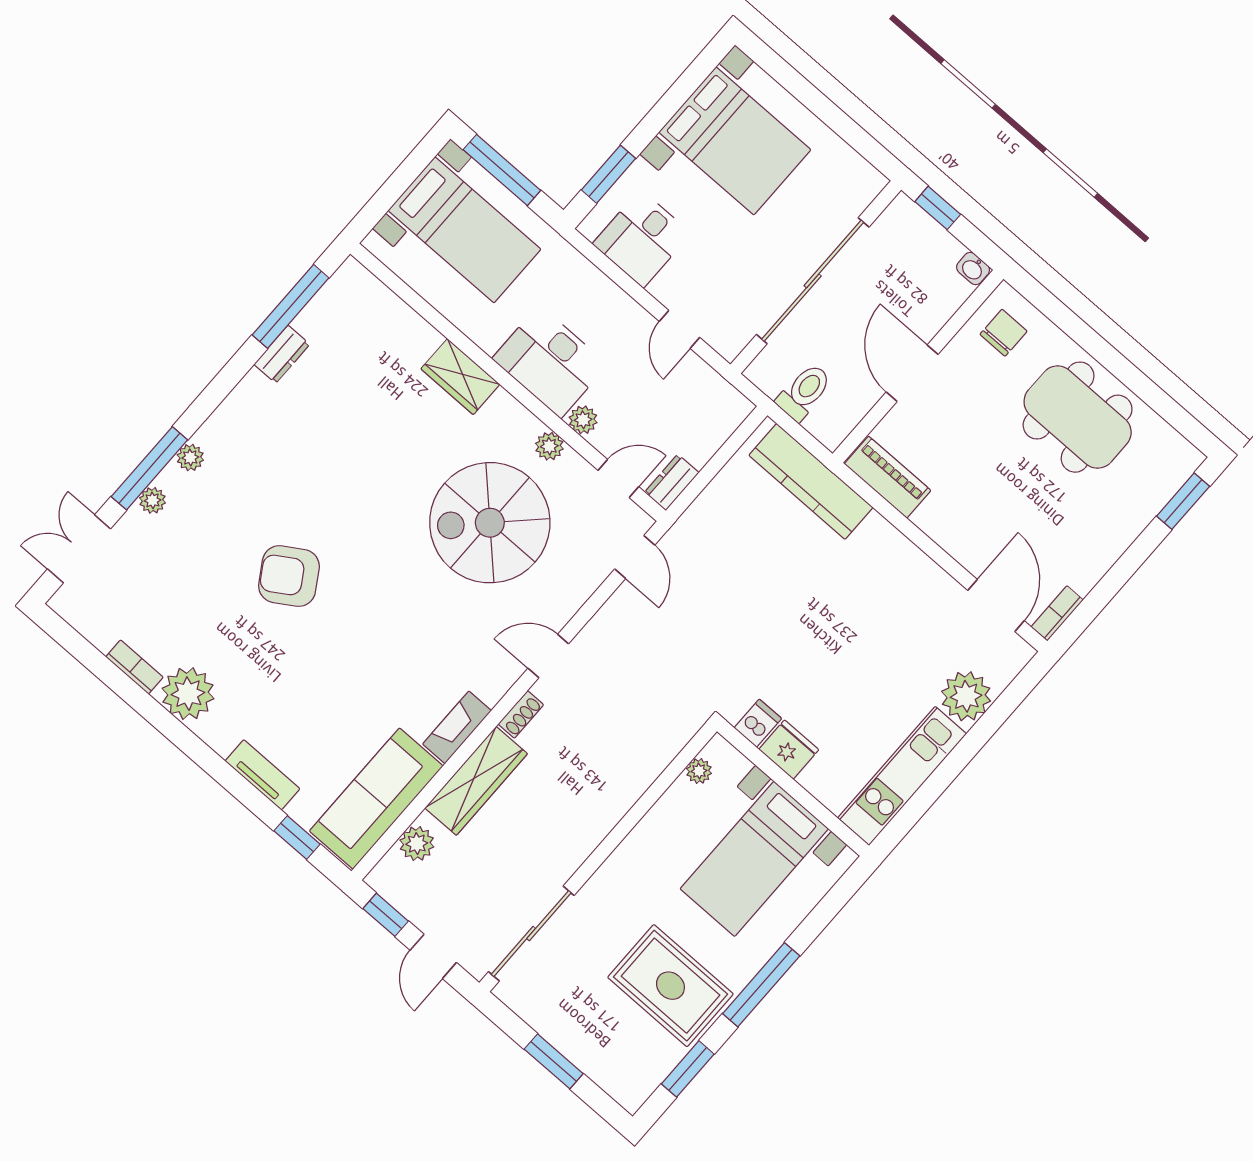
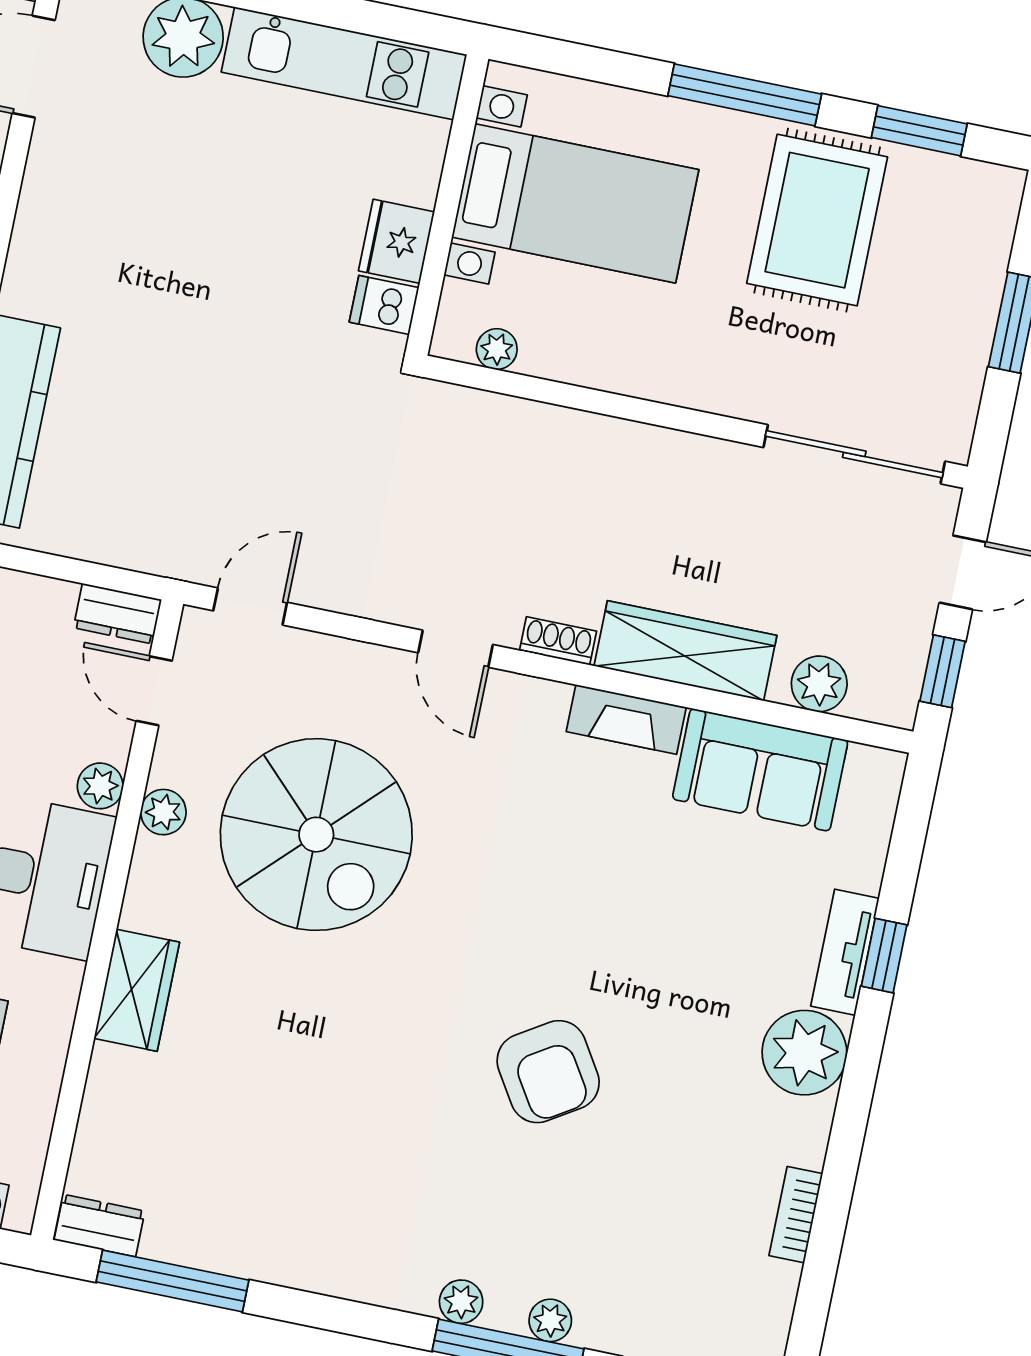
dresser: (282, 354) -> (99, 1226), moved
plant: (188, 694) -> (804, 1053), moved
sofa: (376, 799) -> (760, 770), width x0.73
window: (297, 837) -> (884, 956), moved

